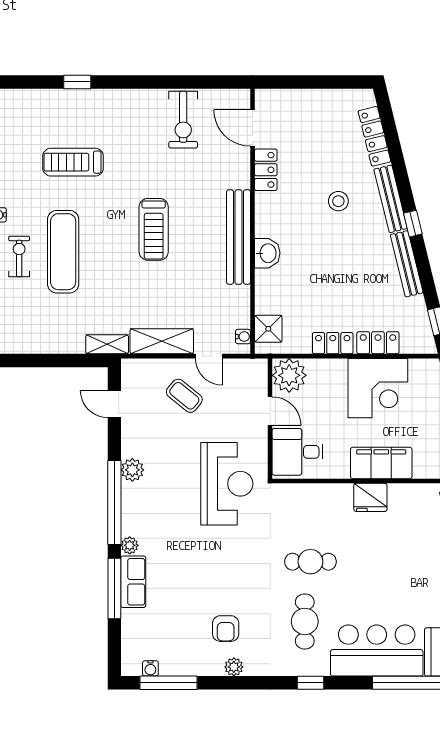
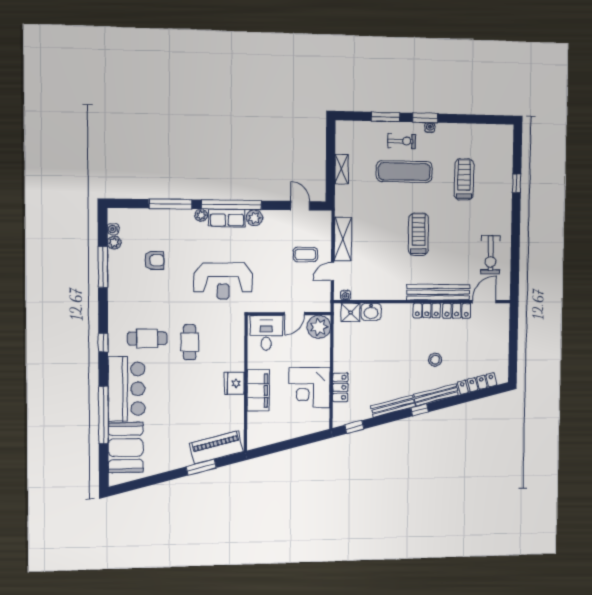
exercise bike: (183, 120) -> (491, 255), turned -90
treadmill: (154, 229) -> (418, 234), turned 90
bench: (239, 237) -> (438, 292), moved
washbasin: (267, 253) -> (371, 312), moved
locker: (333, 343) -> (427, 310), moved, turned 90
shelving: (107, 344) -> (342, 169), moved
coffee table: (184, 396) -> (305, 254), turned 51
door: (114, 404) -> (300, 206), hinge flipped
reception desk: (227, 484) -> (223, 281), moved
row of seats: (133, 582) -> (227, 218), moved
armchair: (226, 629) -> (154, 260), moved, turned 180
plant: (234, 667) -> (114, 243), moved
window: (168, 683) -> (103, 267), moved

